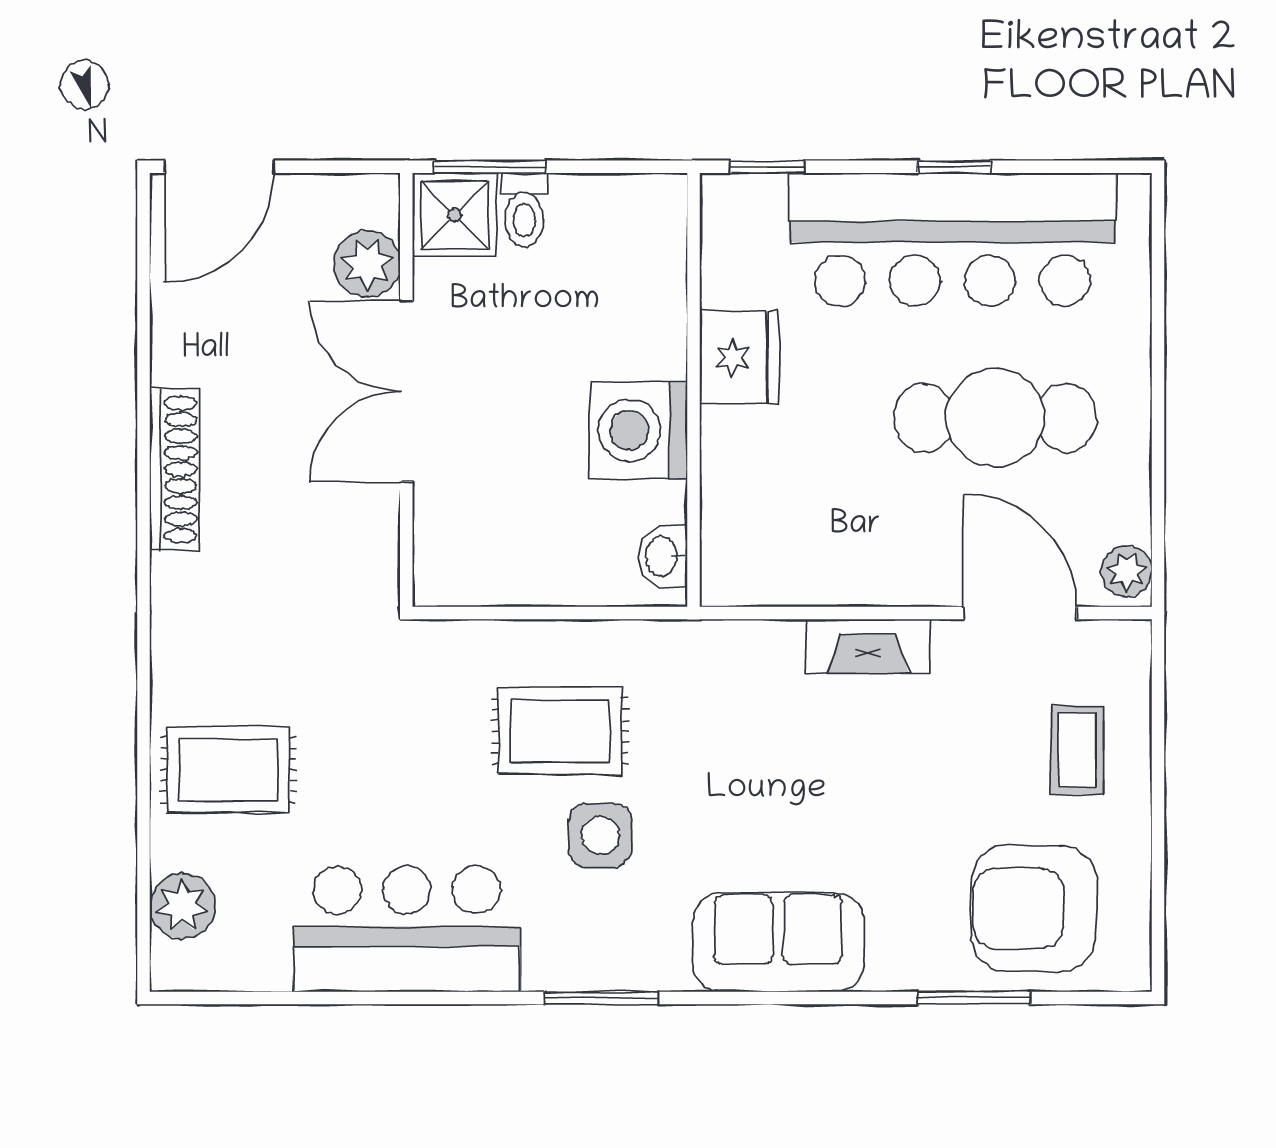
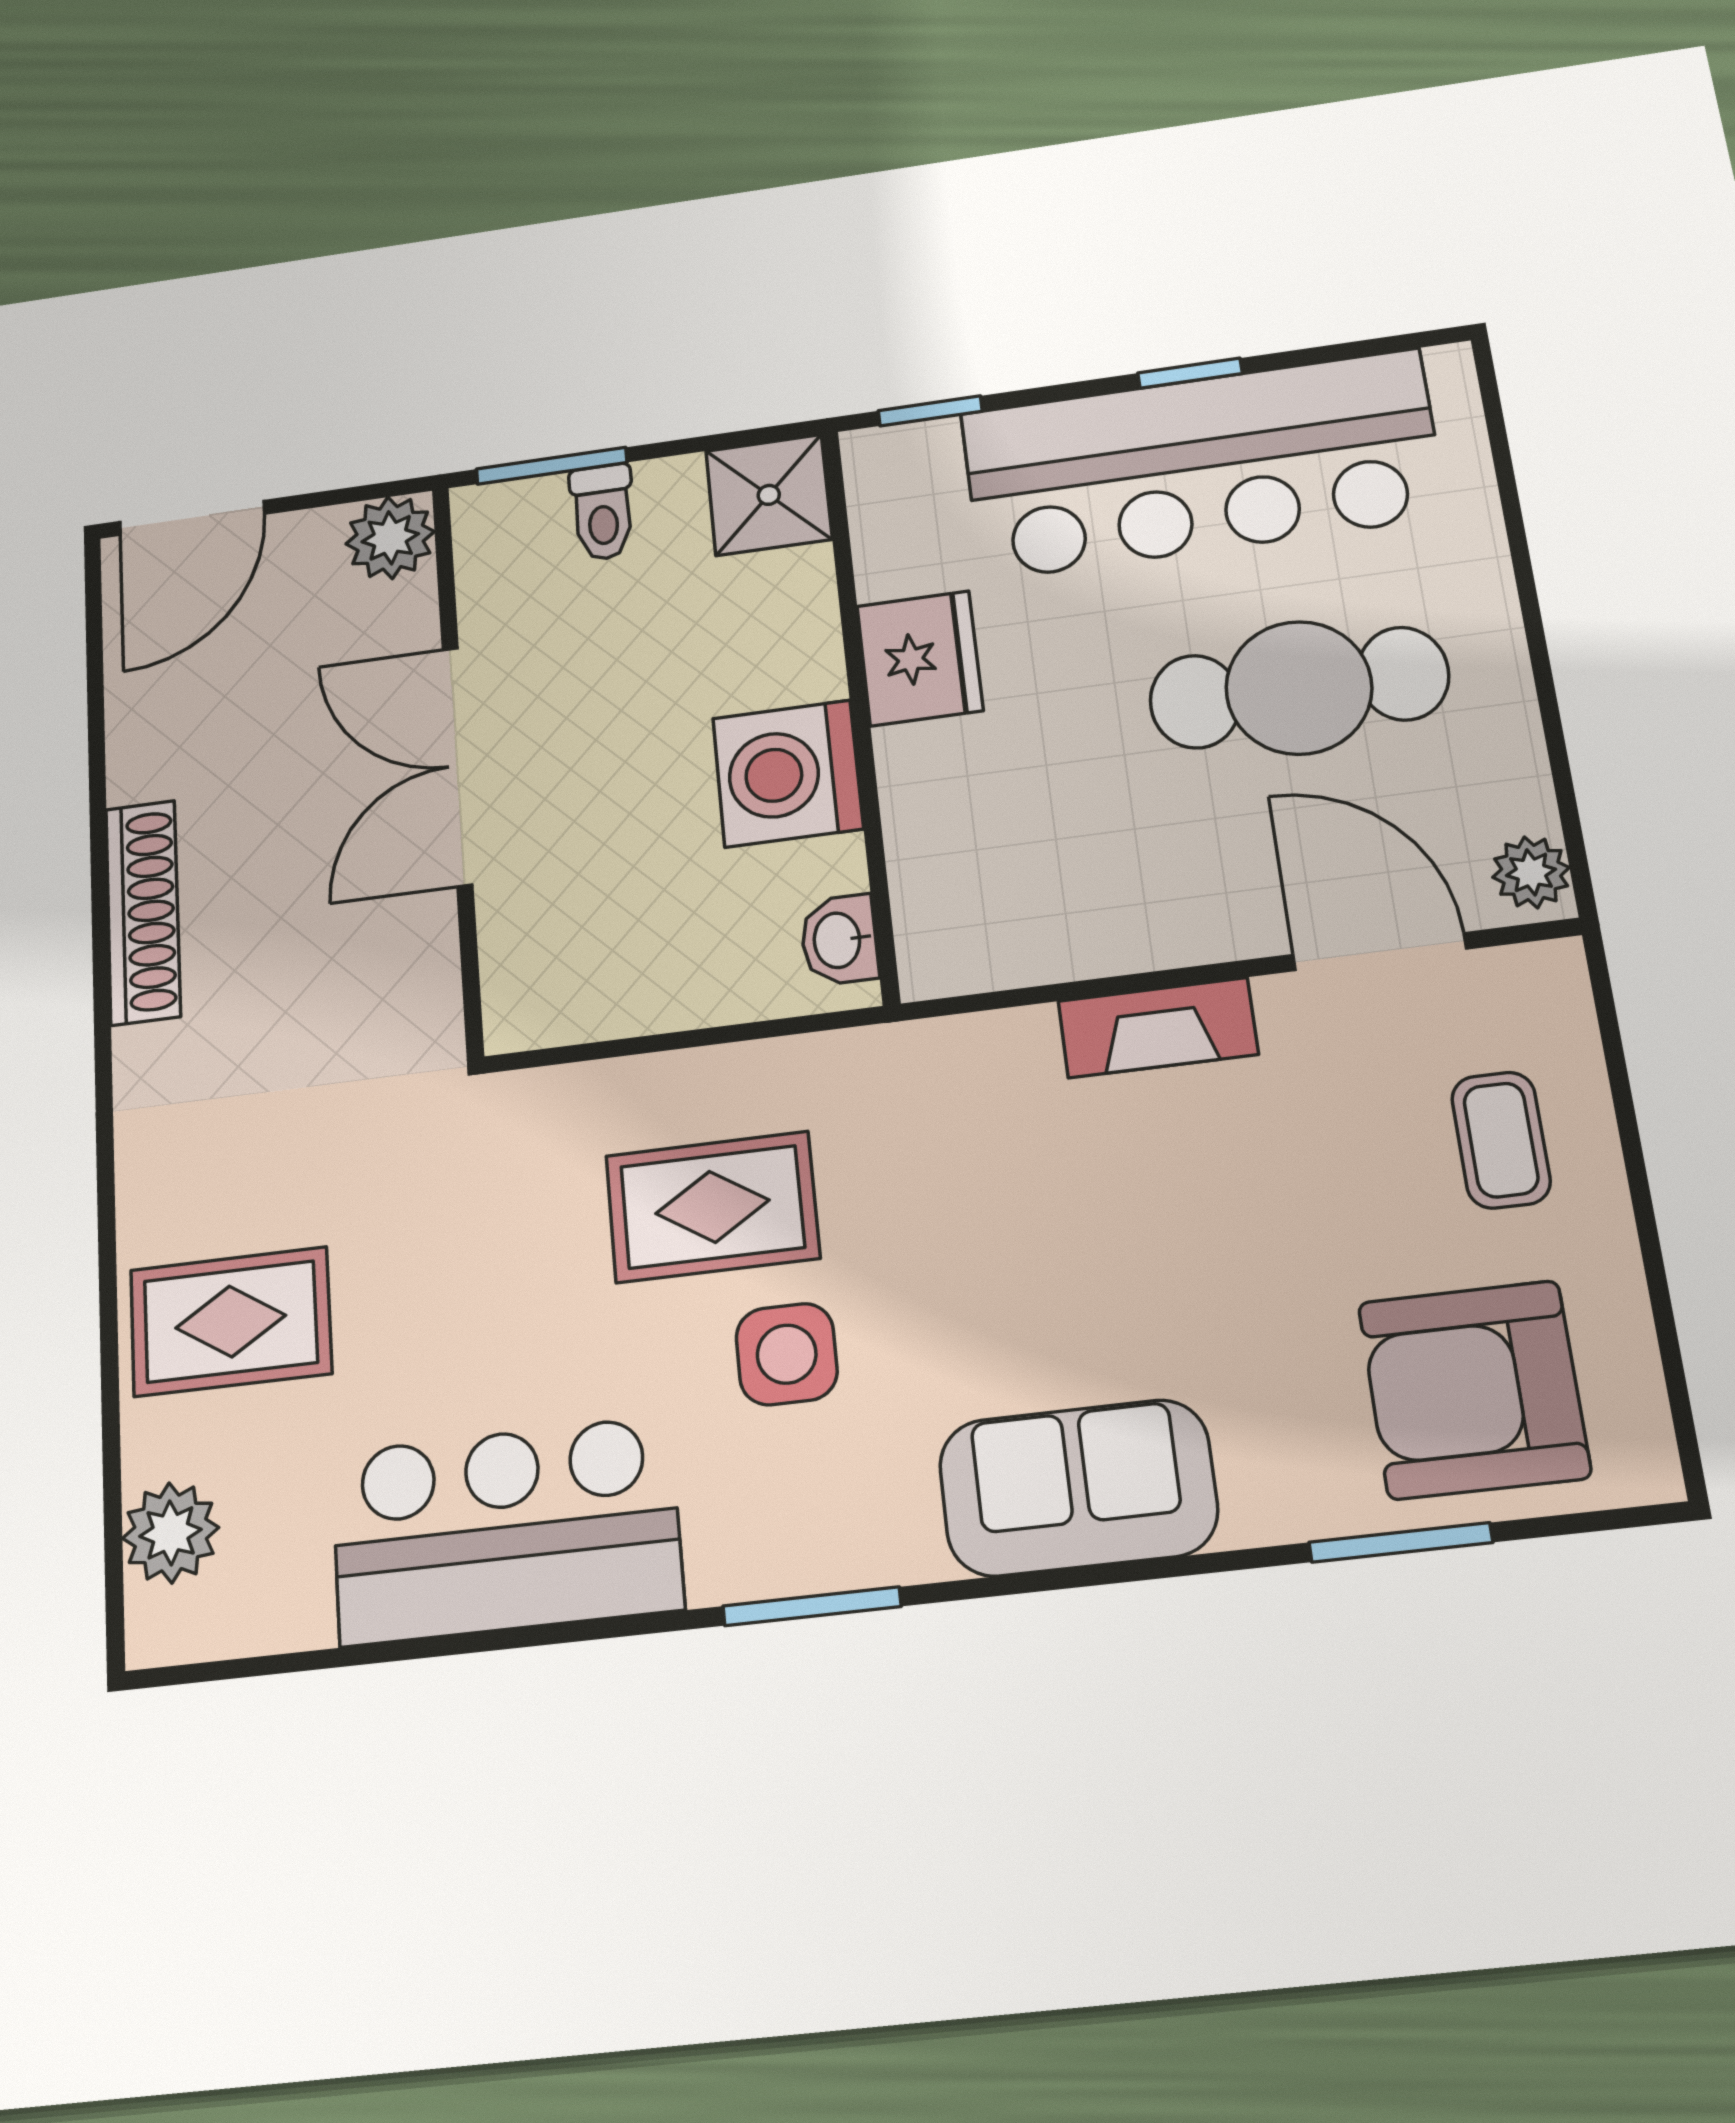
shower: (455, 215) -> (769, 495), moved
plant: (367, 264) -> (390, 538), moved

